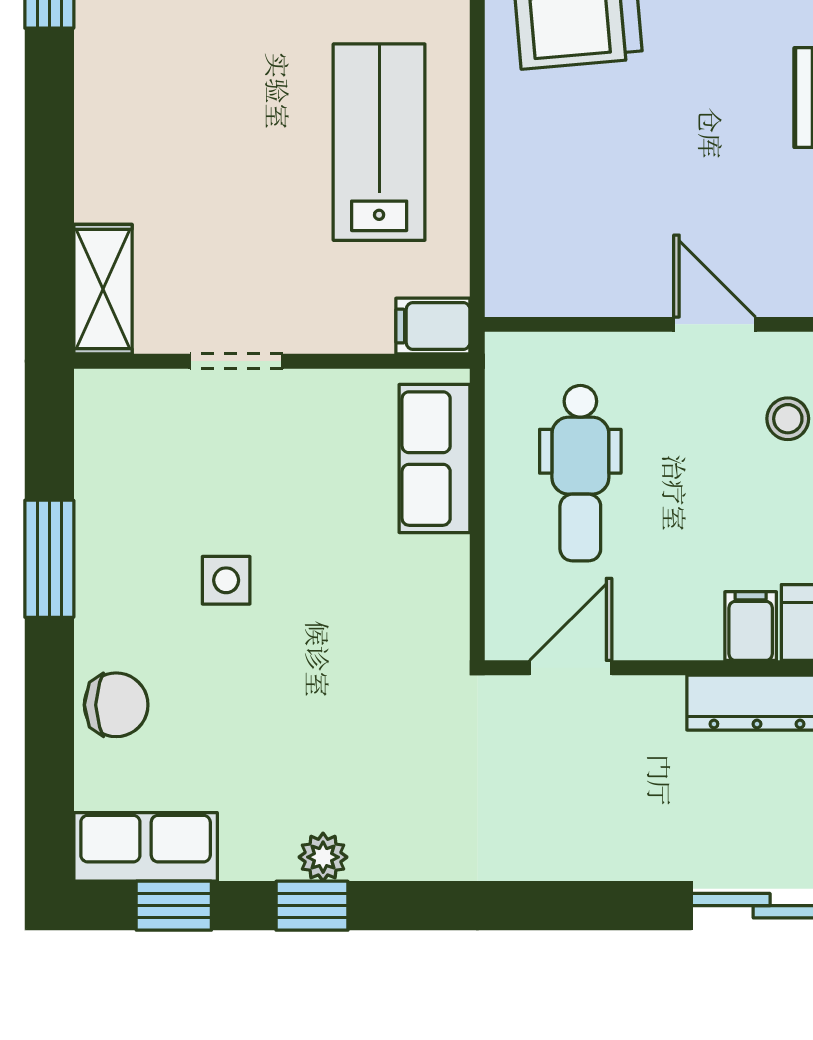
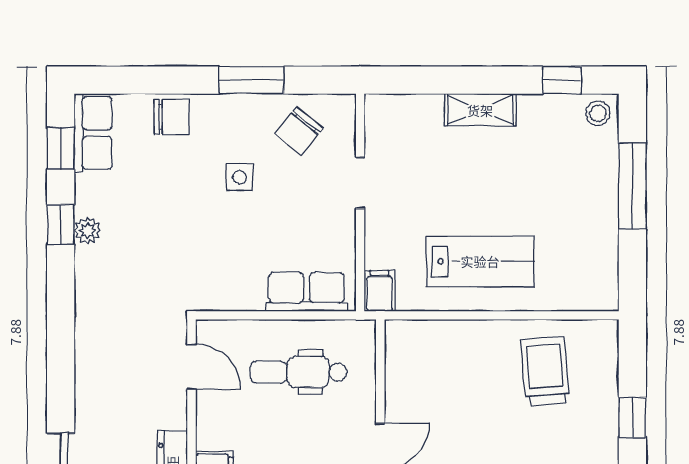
shelving: (103, 289) -> (480, 110), moved
chair: (142, 472) -> (299, 131), added
chair: (116, 705) -> (171, 117), turned -90

